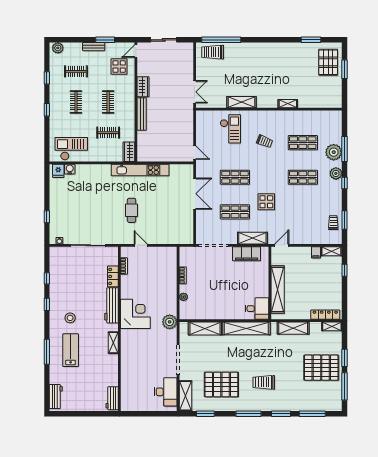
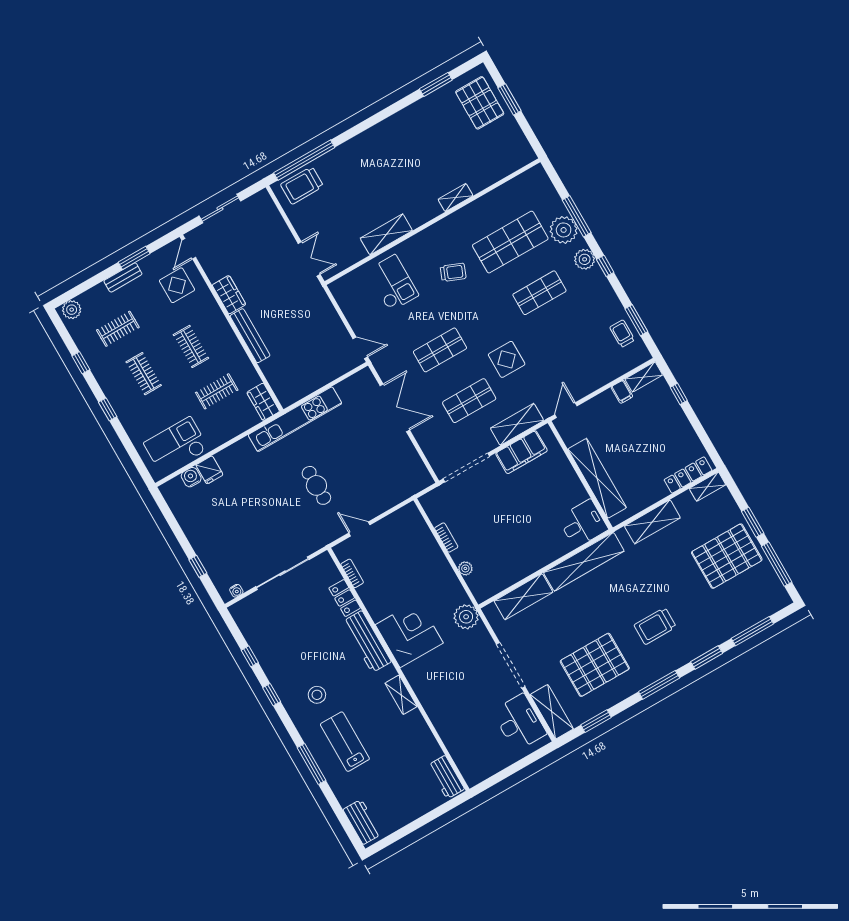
shop shelf: (303, 143) -> (510, 242), width x1.43, depth x1.36
fridge: (58, 171) -> (209, 470), moved

